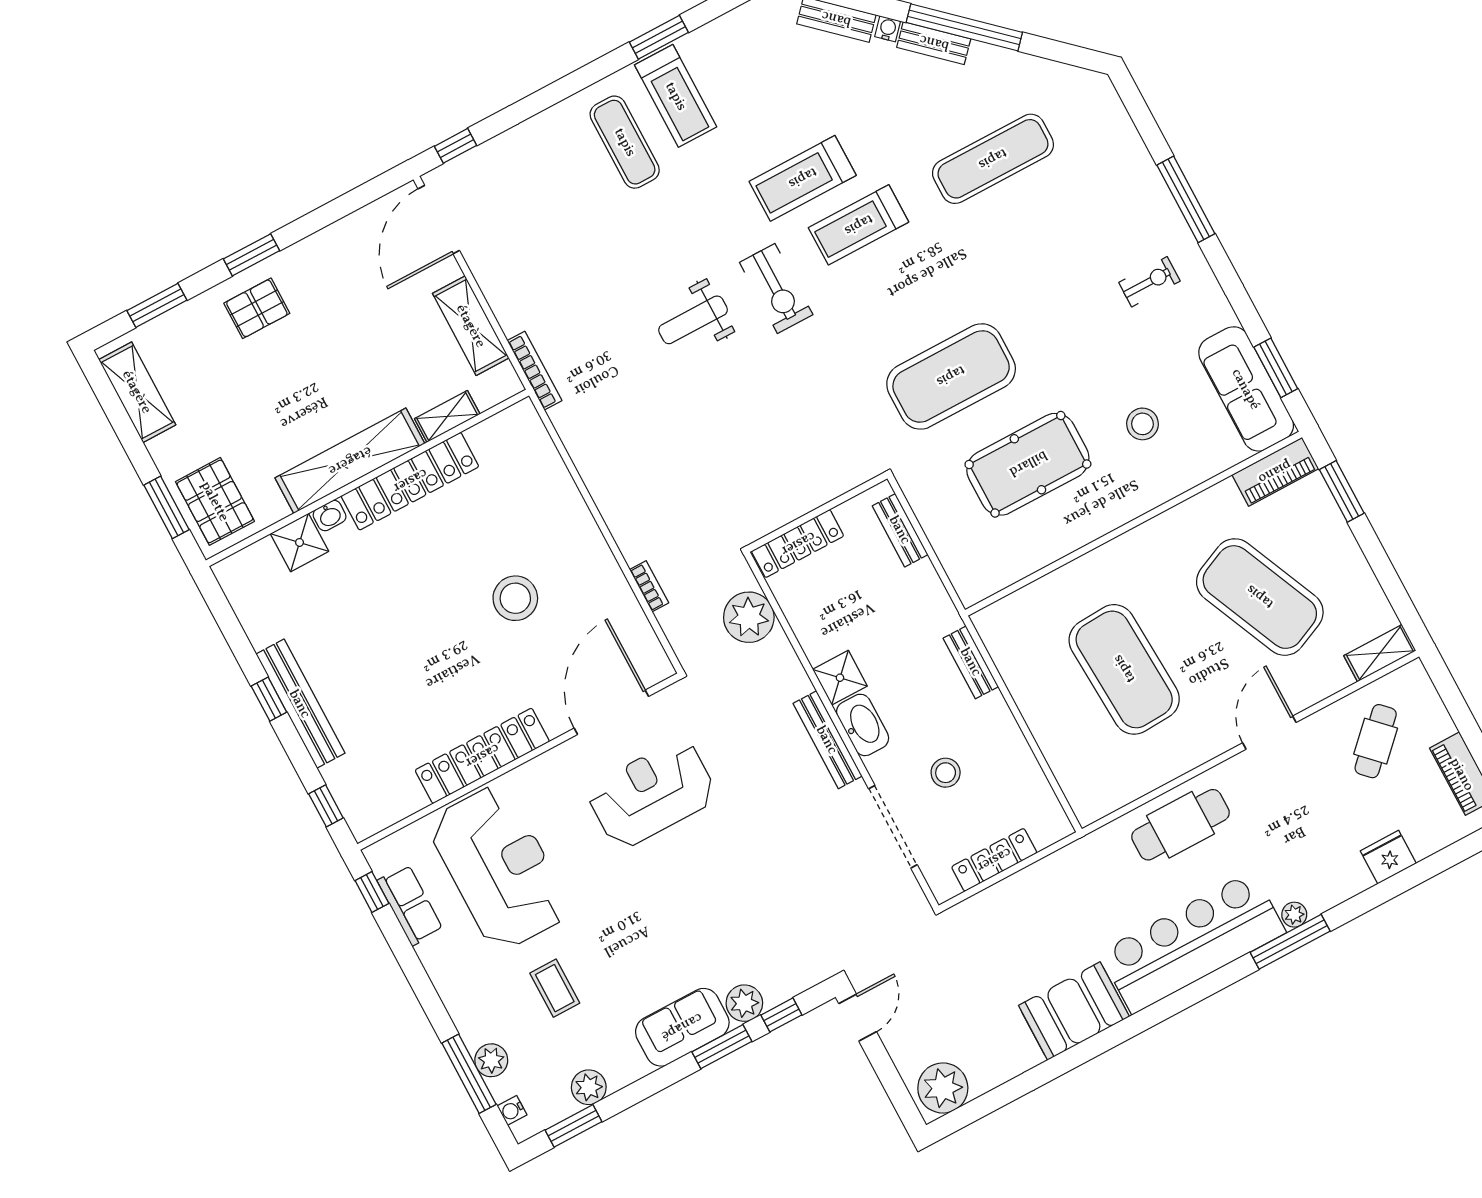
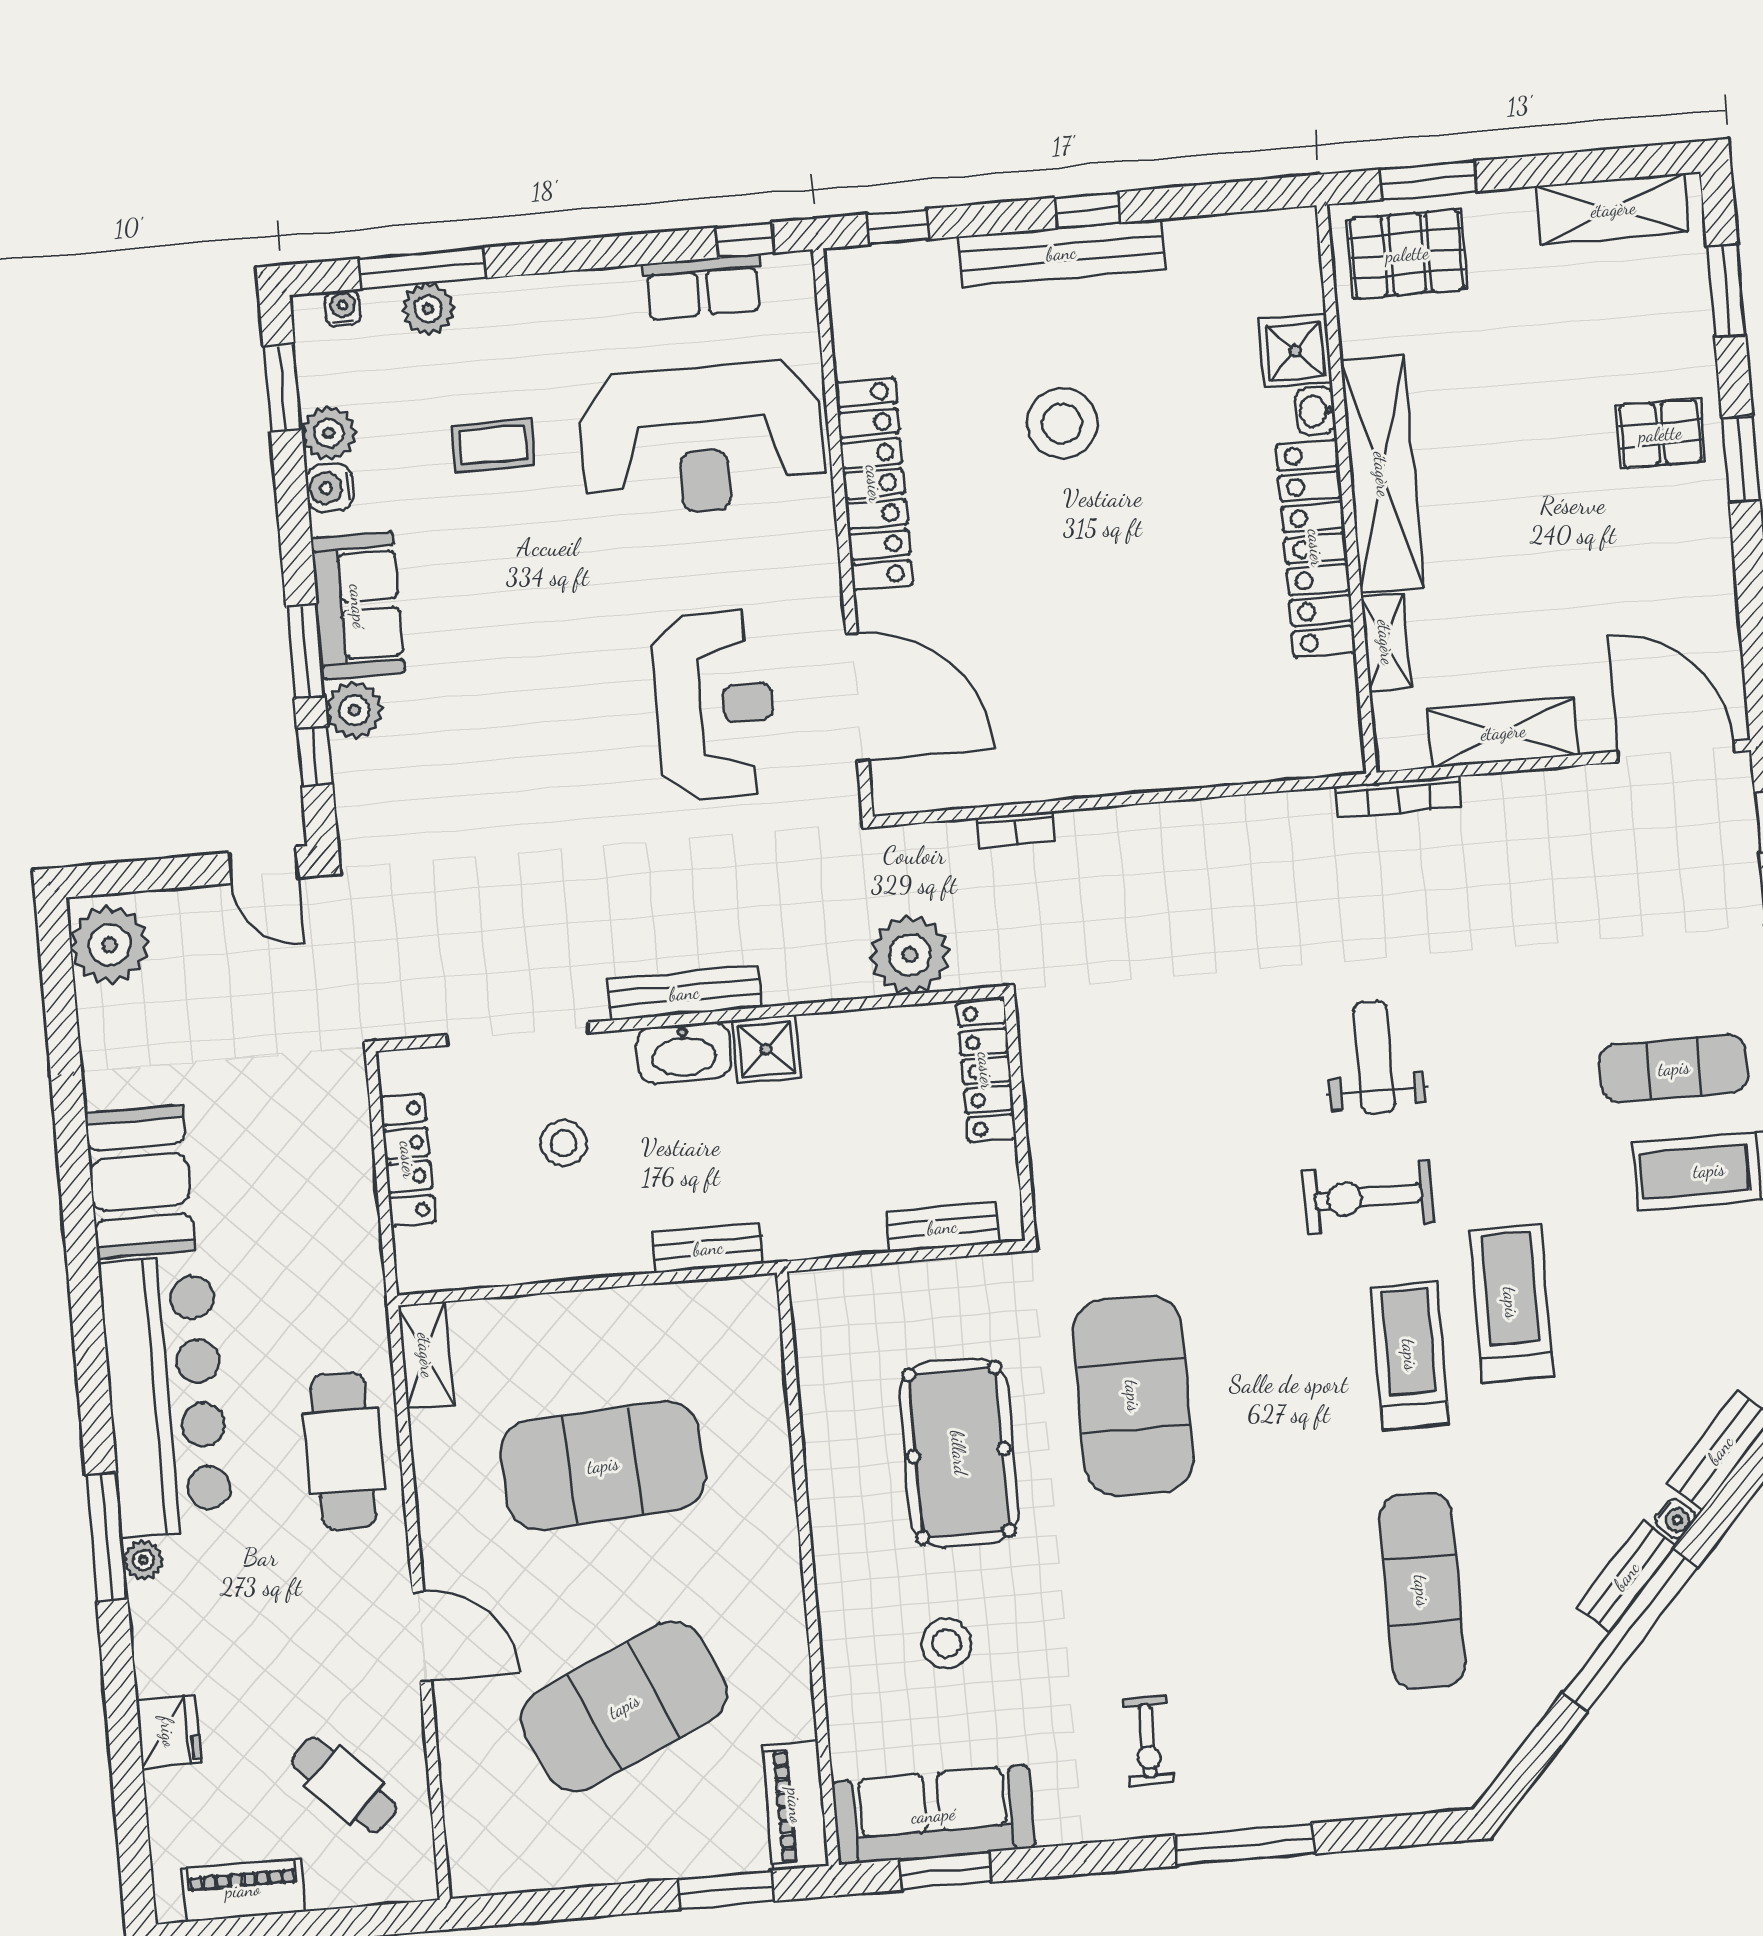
pallet: (257, 308) -> (1660, 434), turned 90
stool: (515, 598) -> (1062, 423), moved
shelving: (1380, 653) -> (426, 1355), moved
water cooler: (621, 1073) -> (329, 488), added

